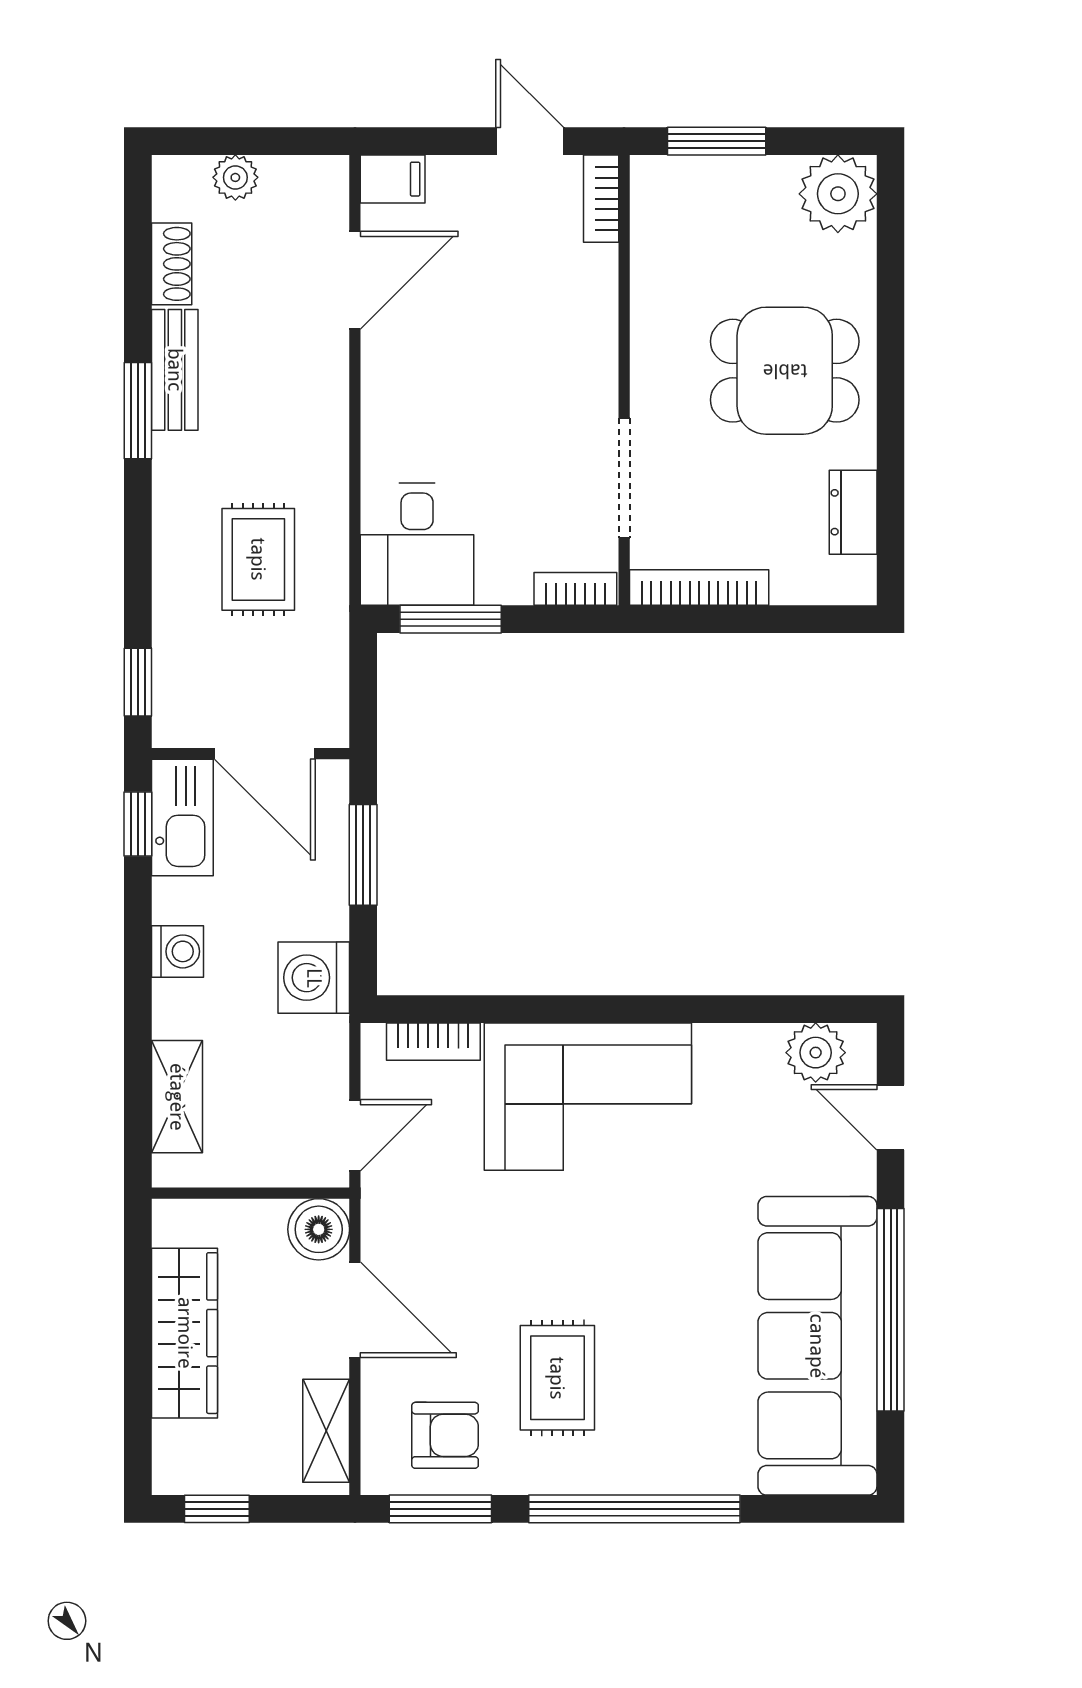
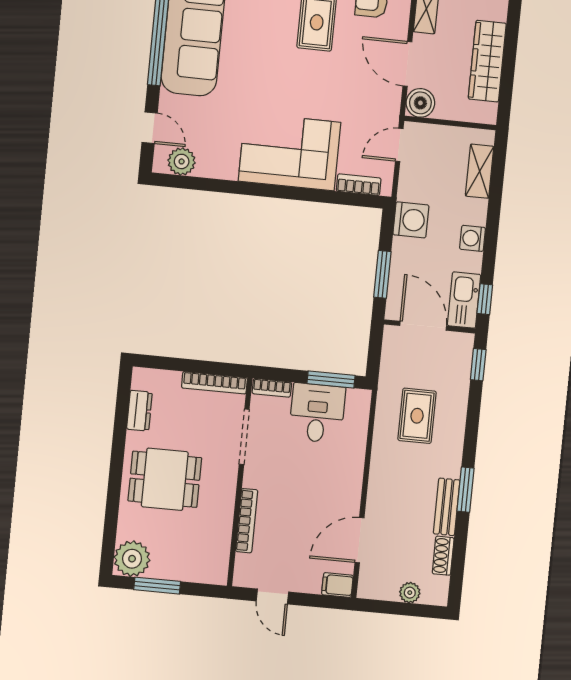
window: (717, 141) -> (157, 586), moved
bookcase: (601, 199) -> (247, 521), moved, width x1.56
desk: (417, 544) -> (317, 413), moved

